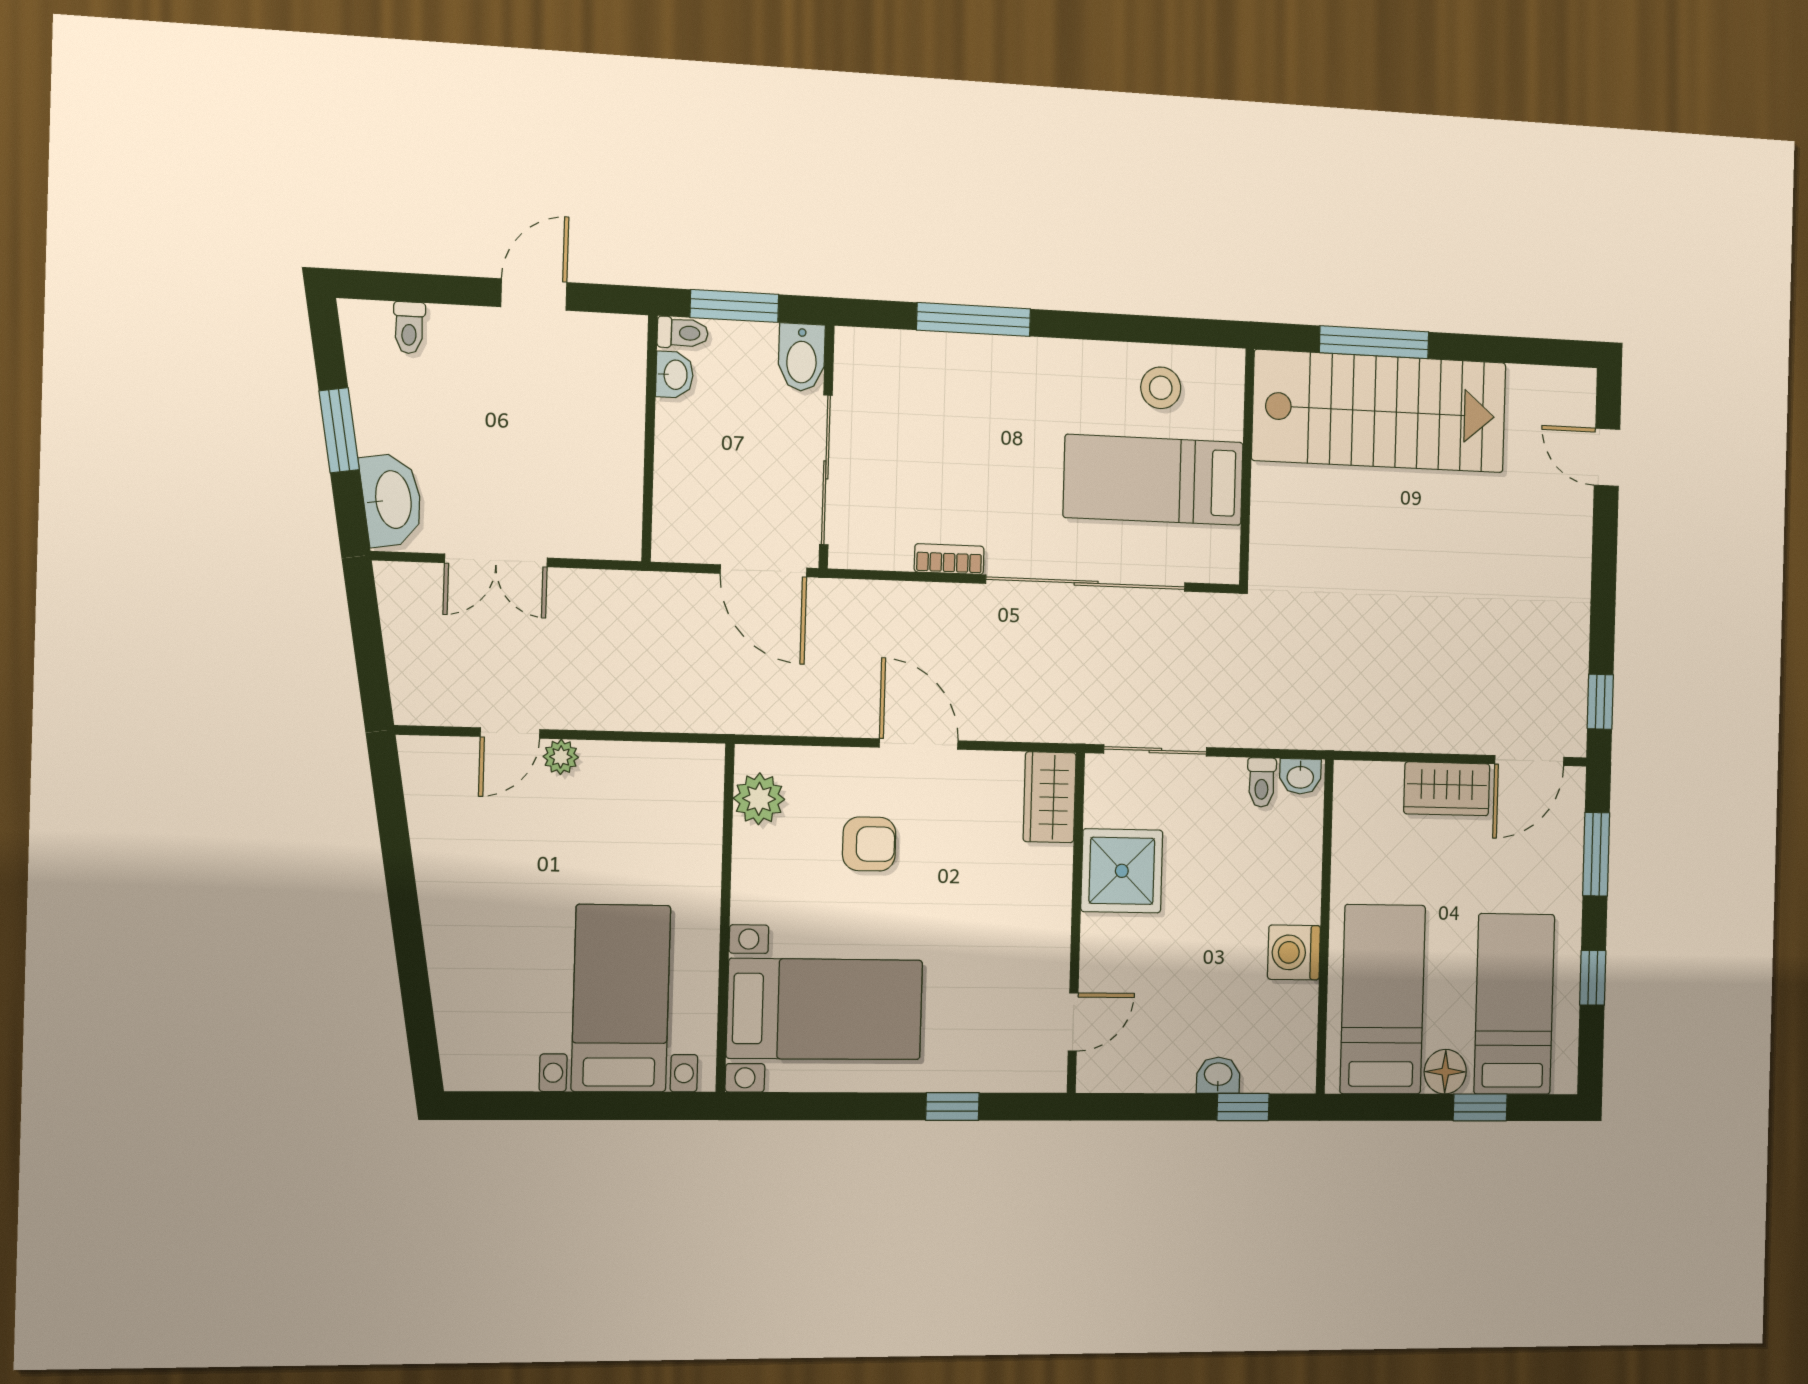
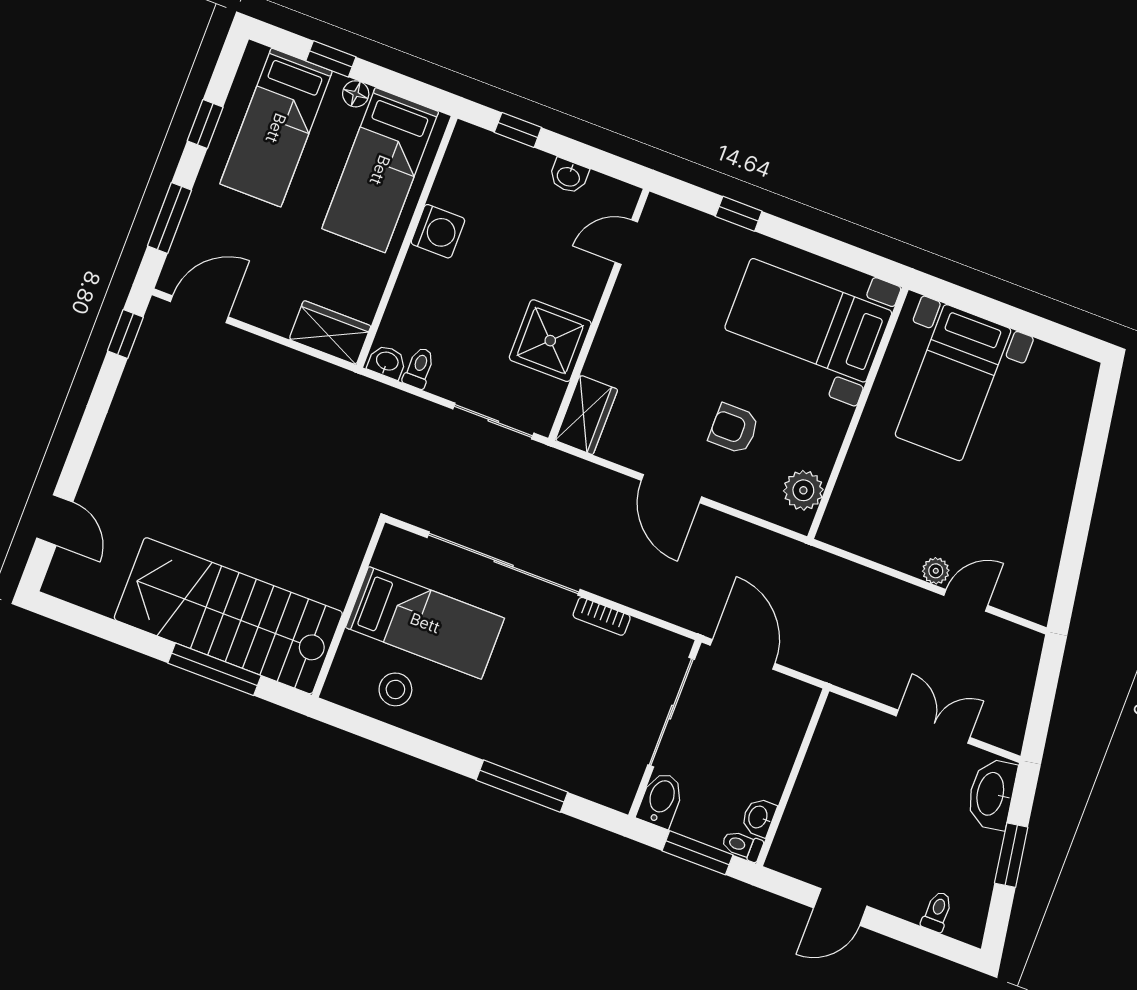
wardrobe: (1447, 789) -> (330, 333), moved
floor lamp: (1445, 1072) -> (356, 94), width x0.73, depth x0.73
washbasin: (1218, 1075) -> (569, 176), moved

